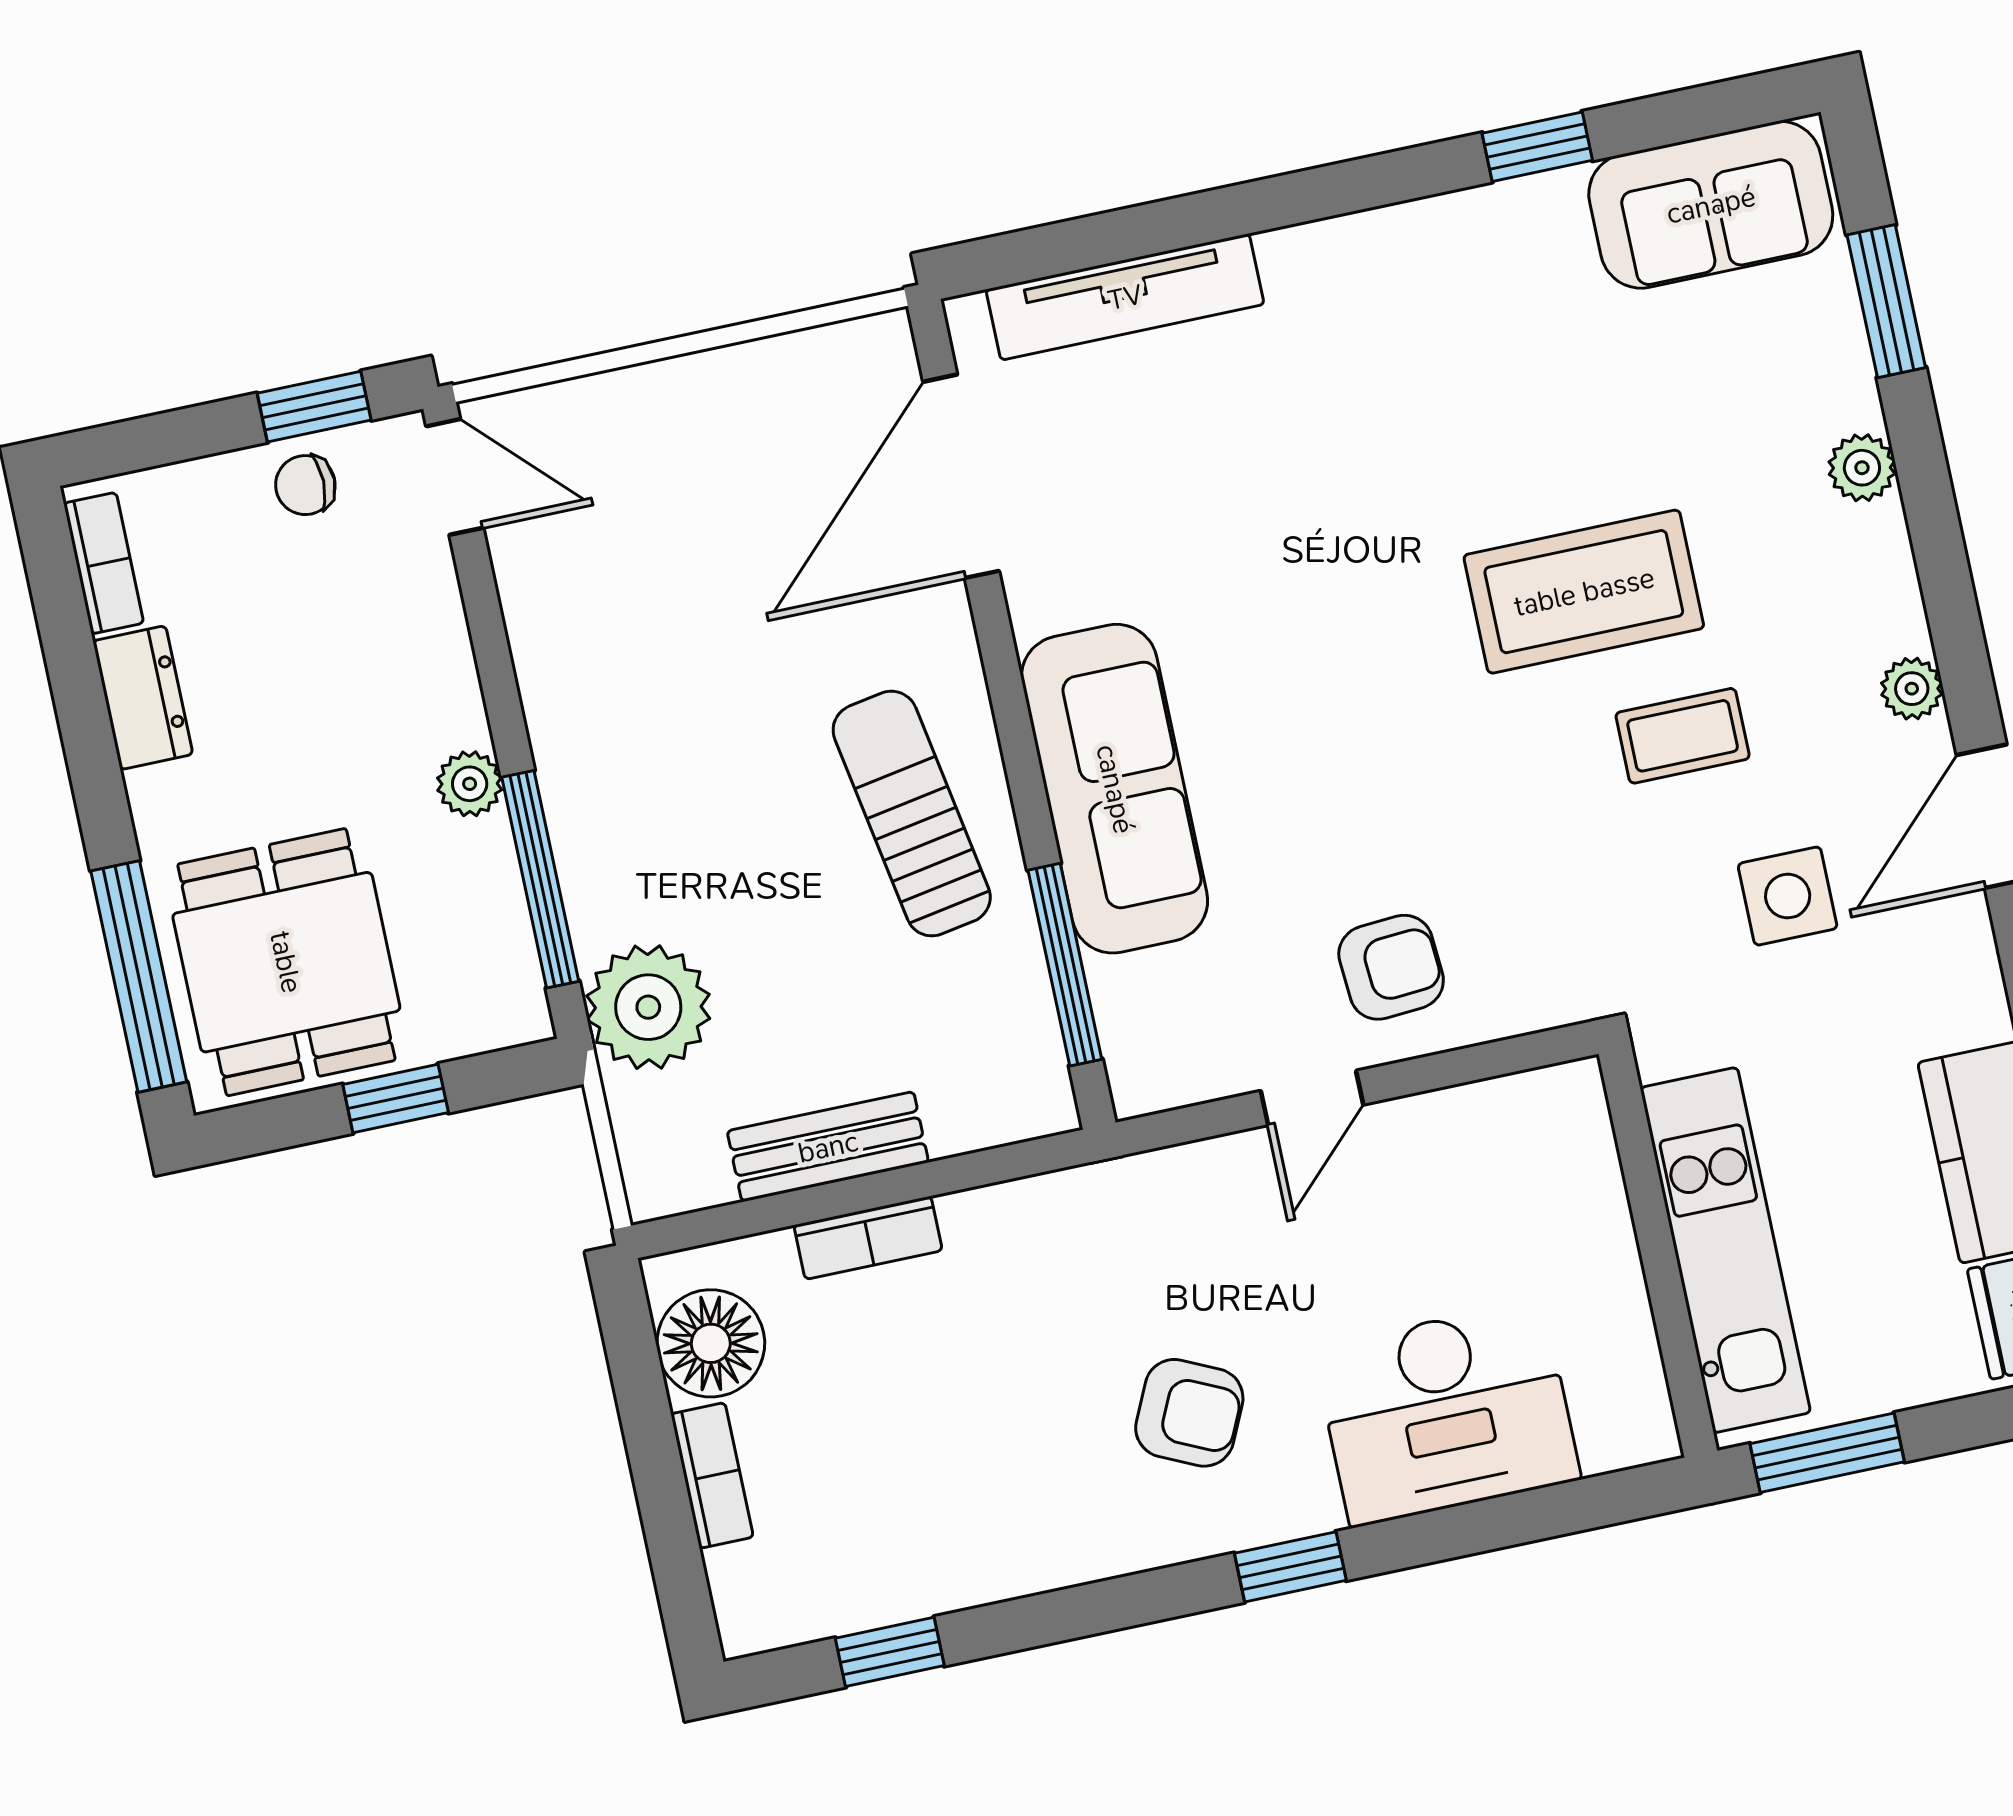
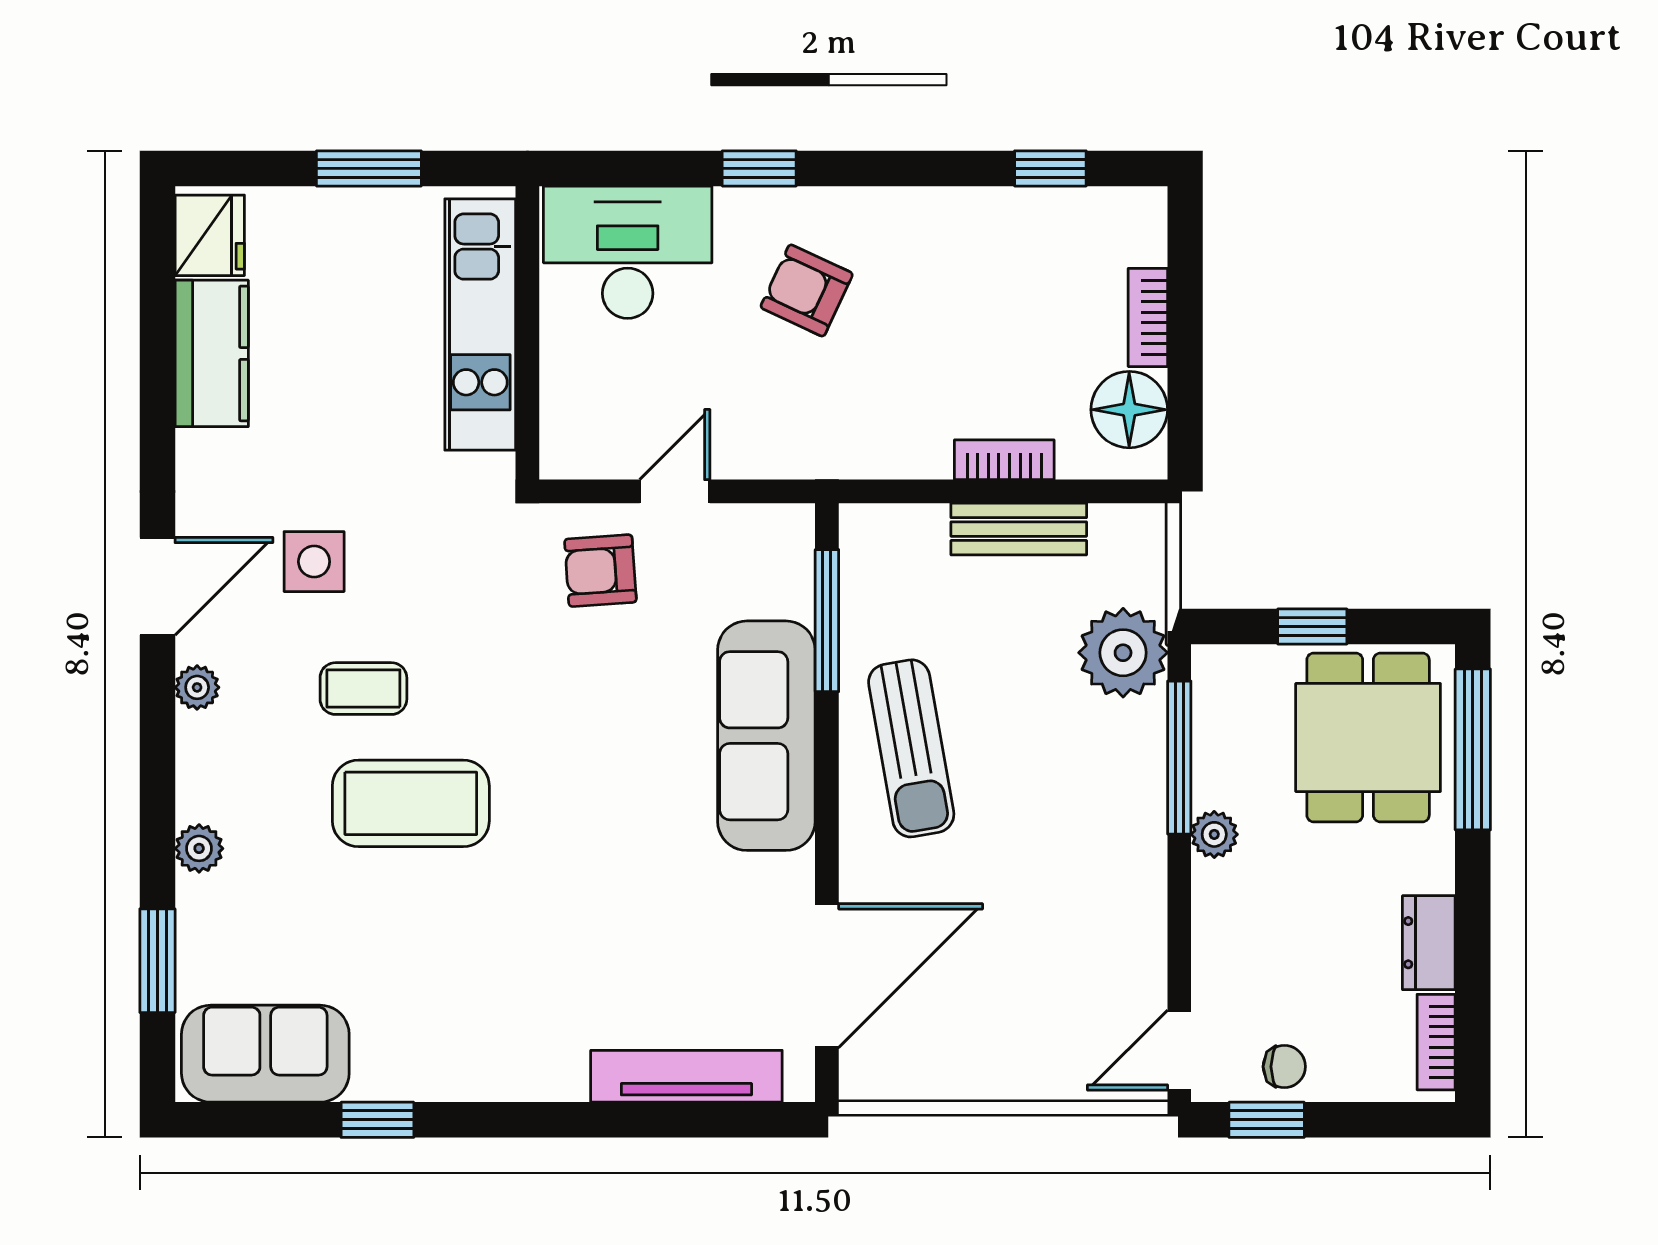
door: (455, 477) -> (1179, 1050), hinge flipped
kitchen unit: (1725, 1250) -> (480, 324), moved
wall: (1658, 1252) -> (527, 333), moved

